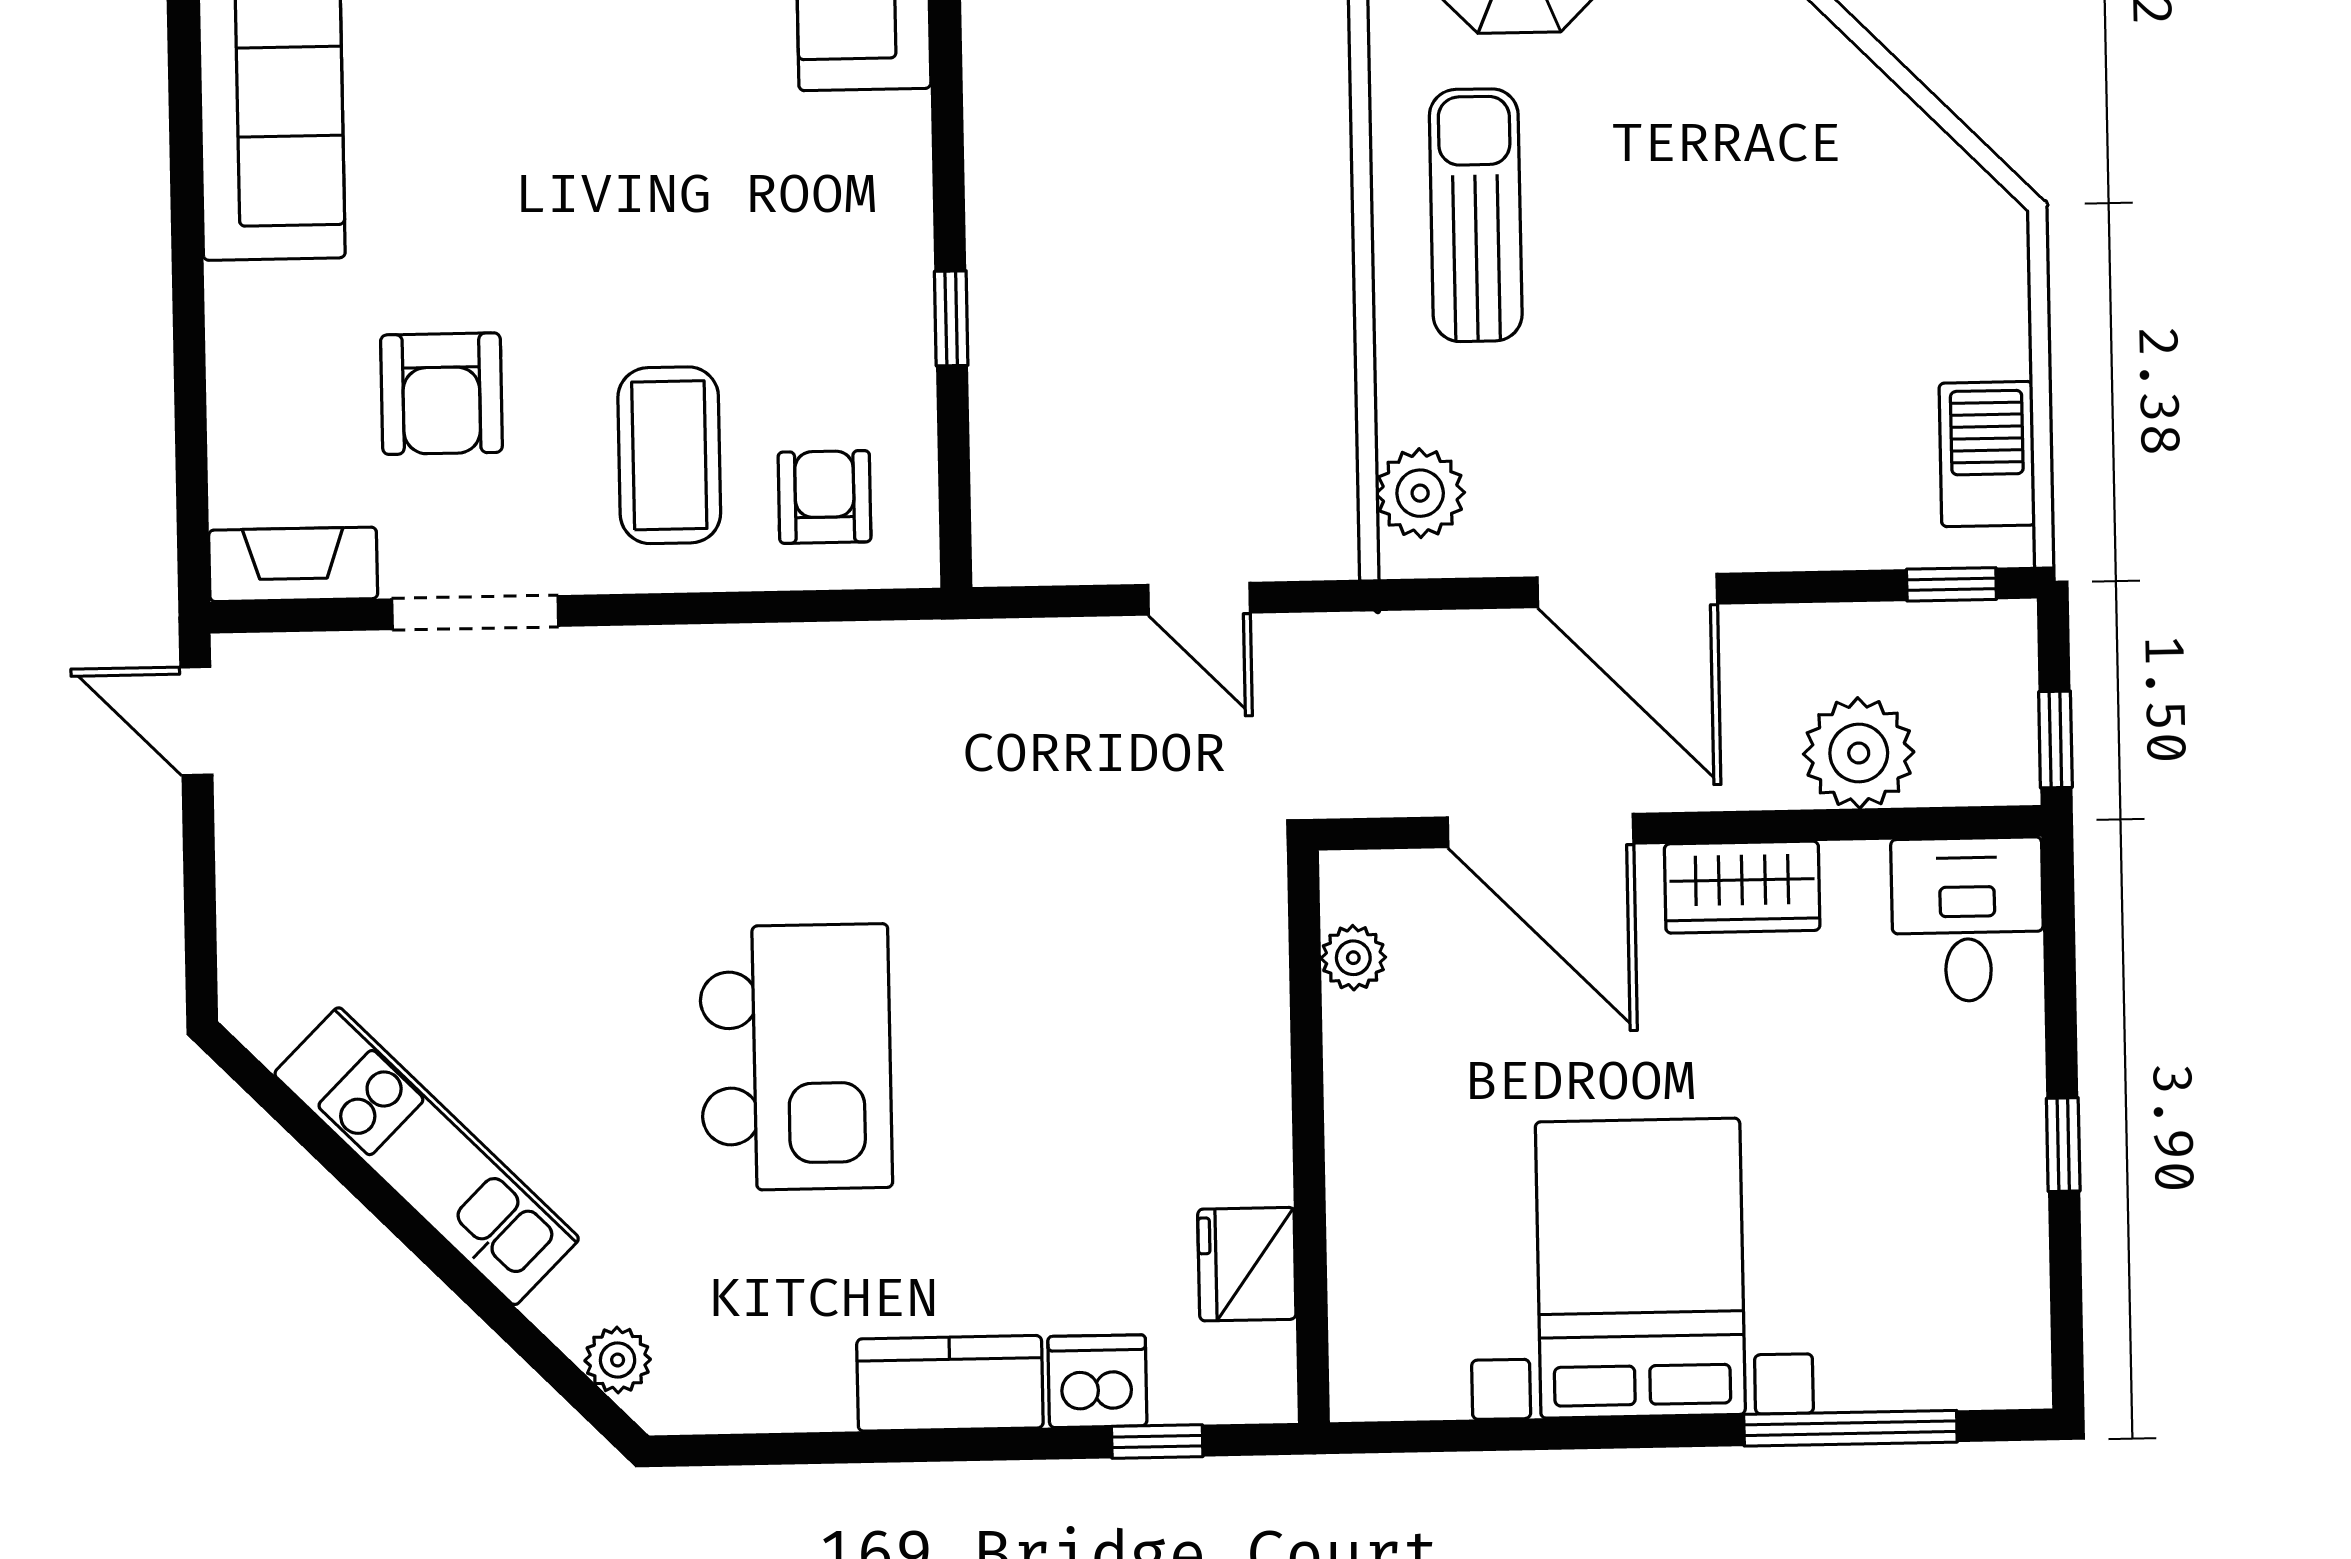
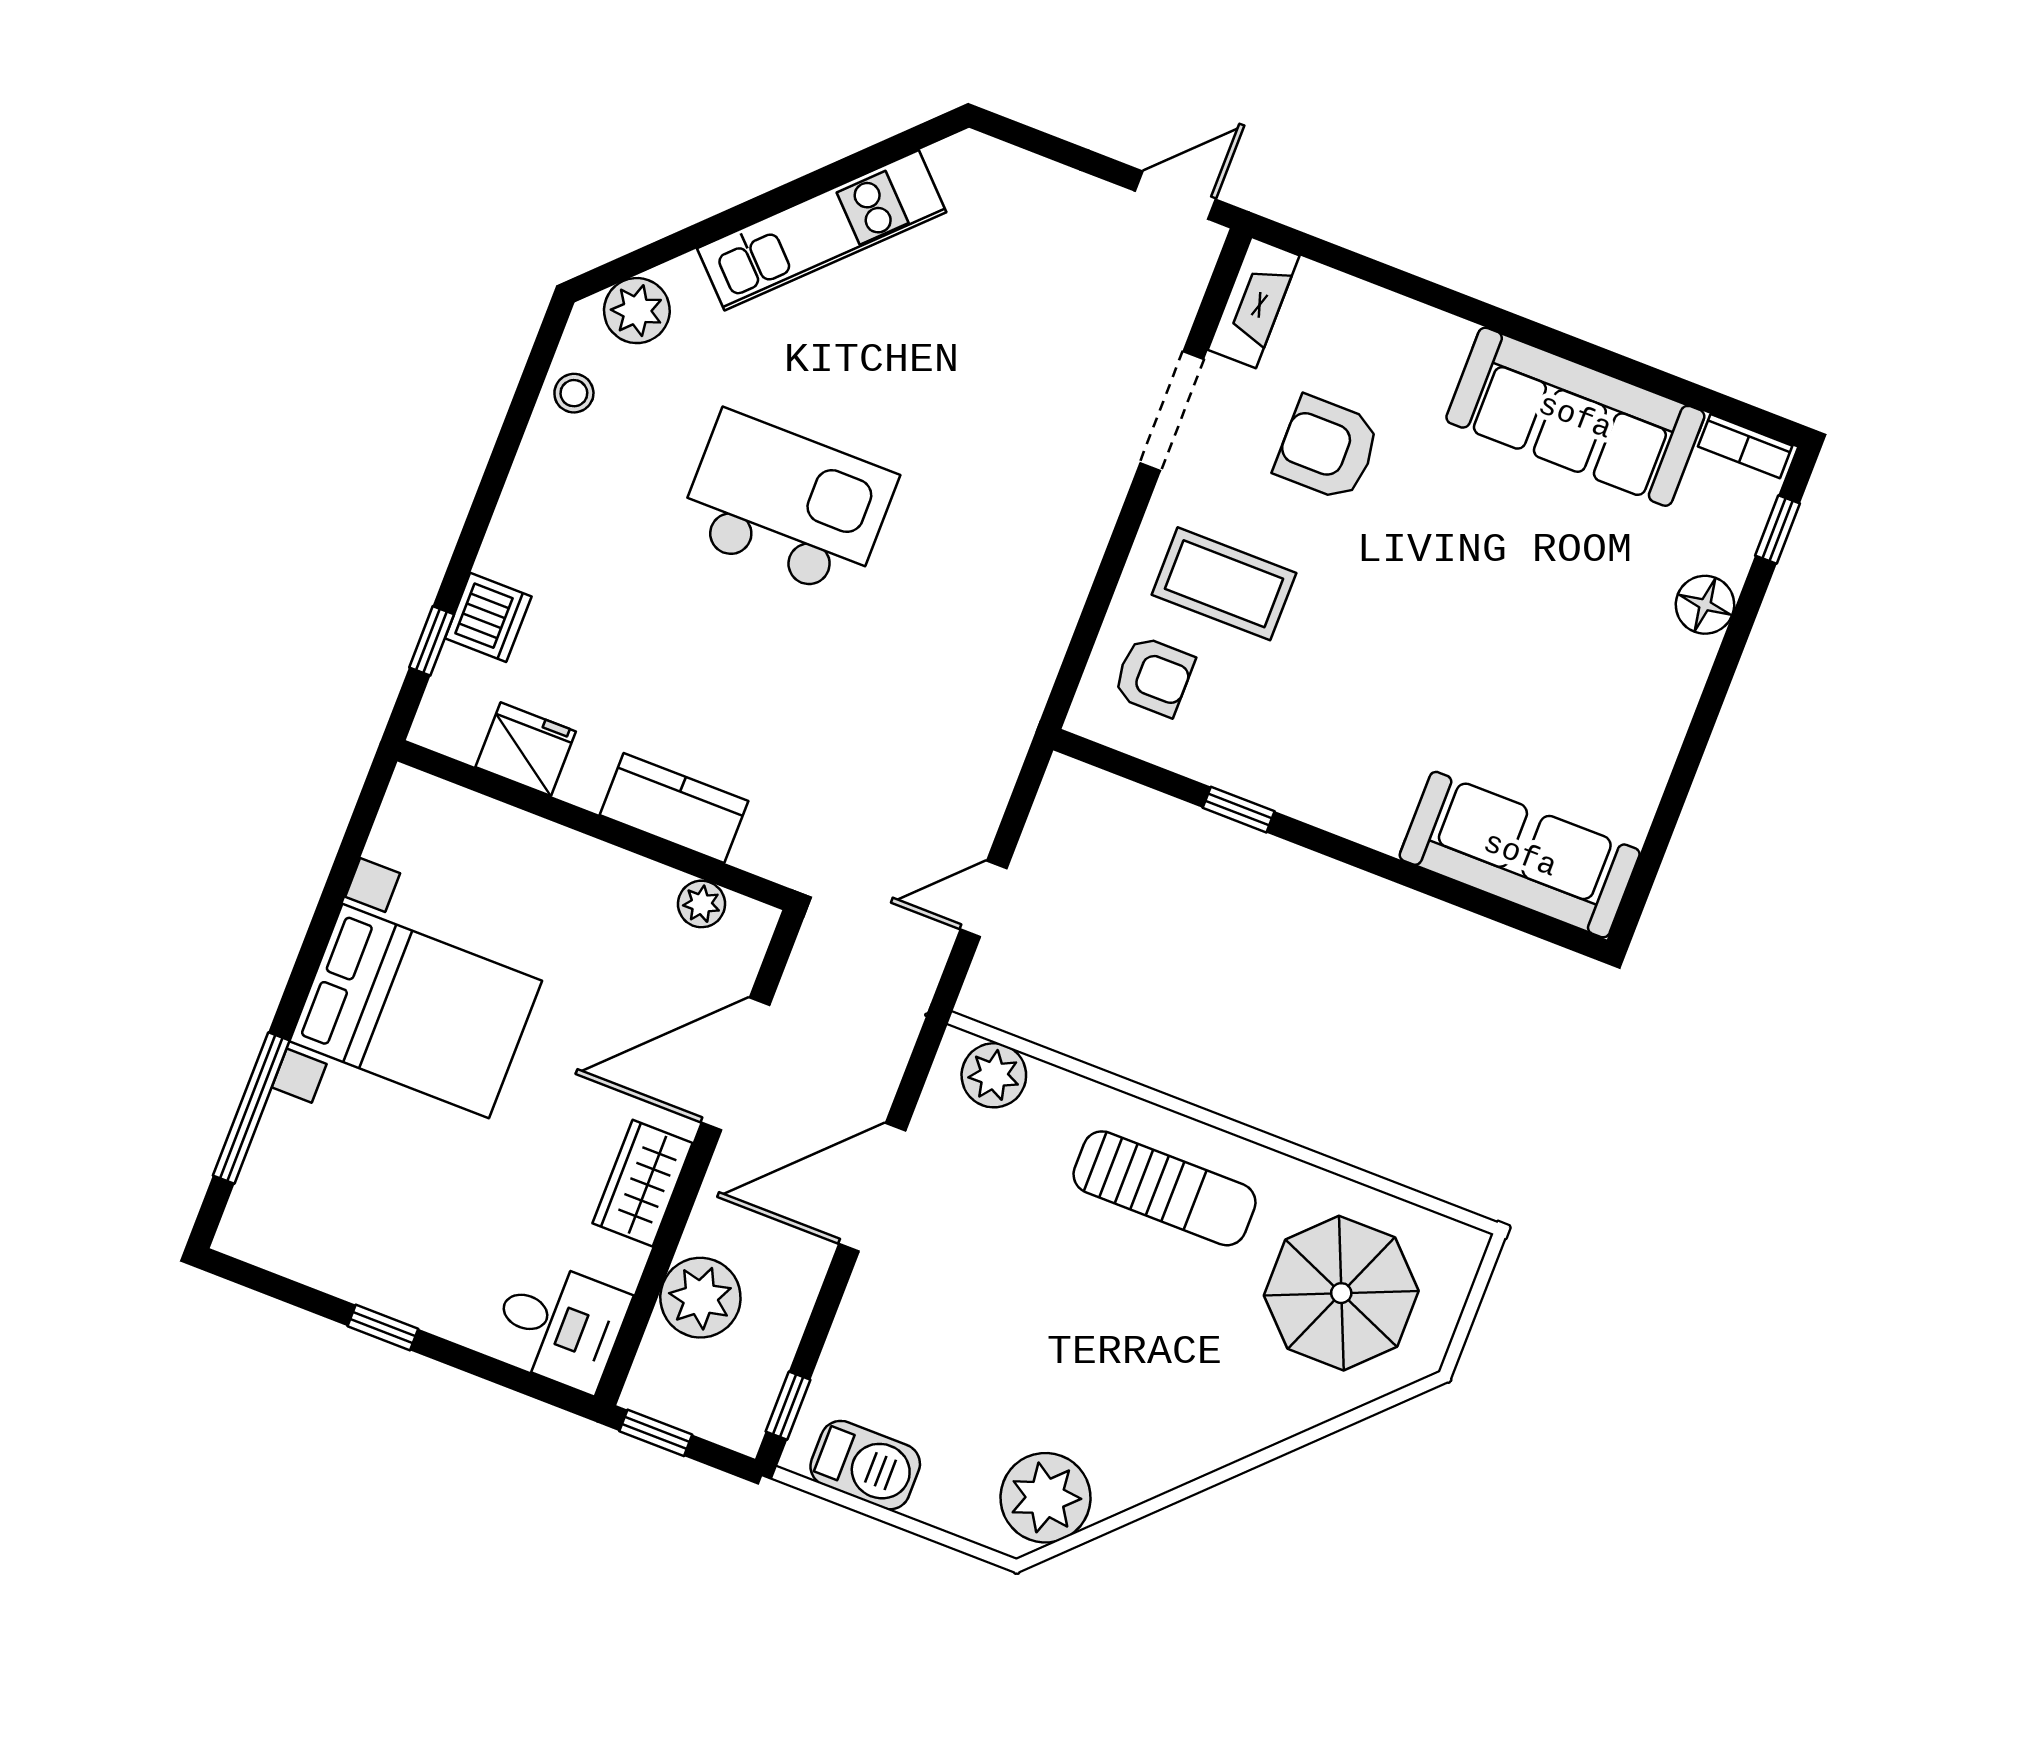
plant: (1935, 206) -> (1045, 1498), added
kitchen island: (796, 1057) -> (787, 504), turned 180
plant: (618, 1360) -> (637, 311), width x1.38, depth x1.38
kitchen counter: (950, 1383) -> (674, 808), moved, turned -90
stool: (765, 1389) -> (574, 393), added

